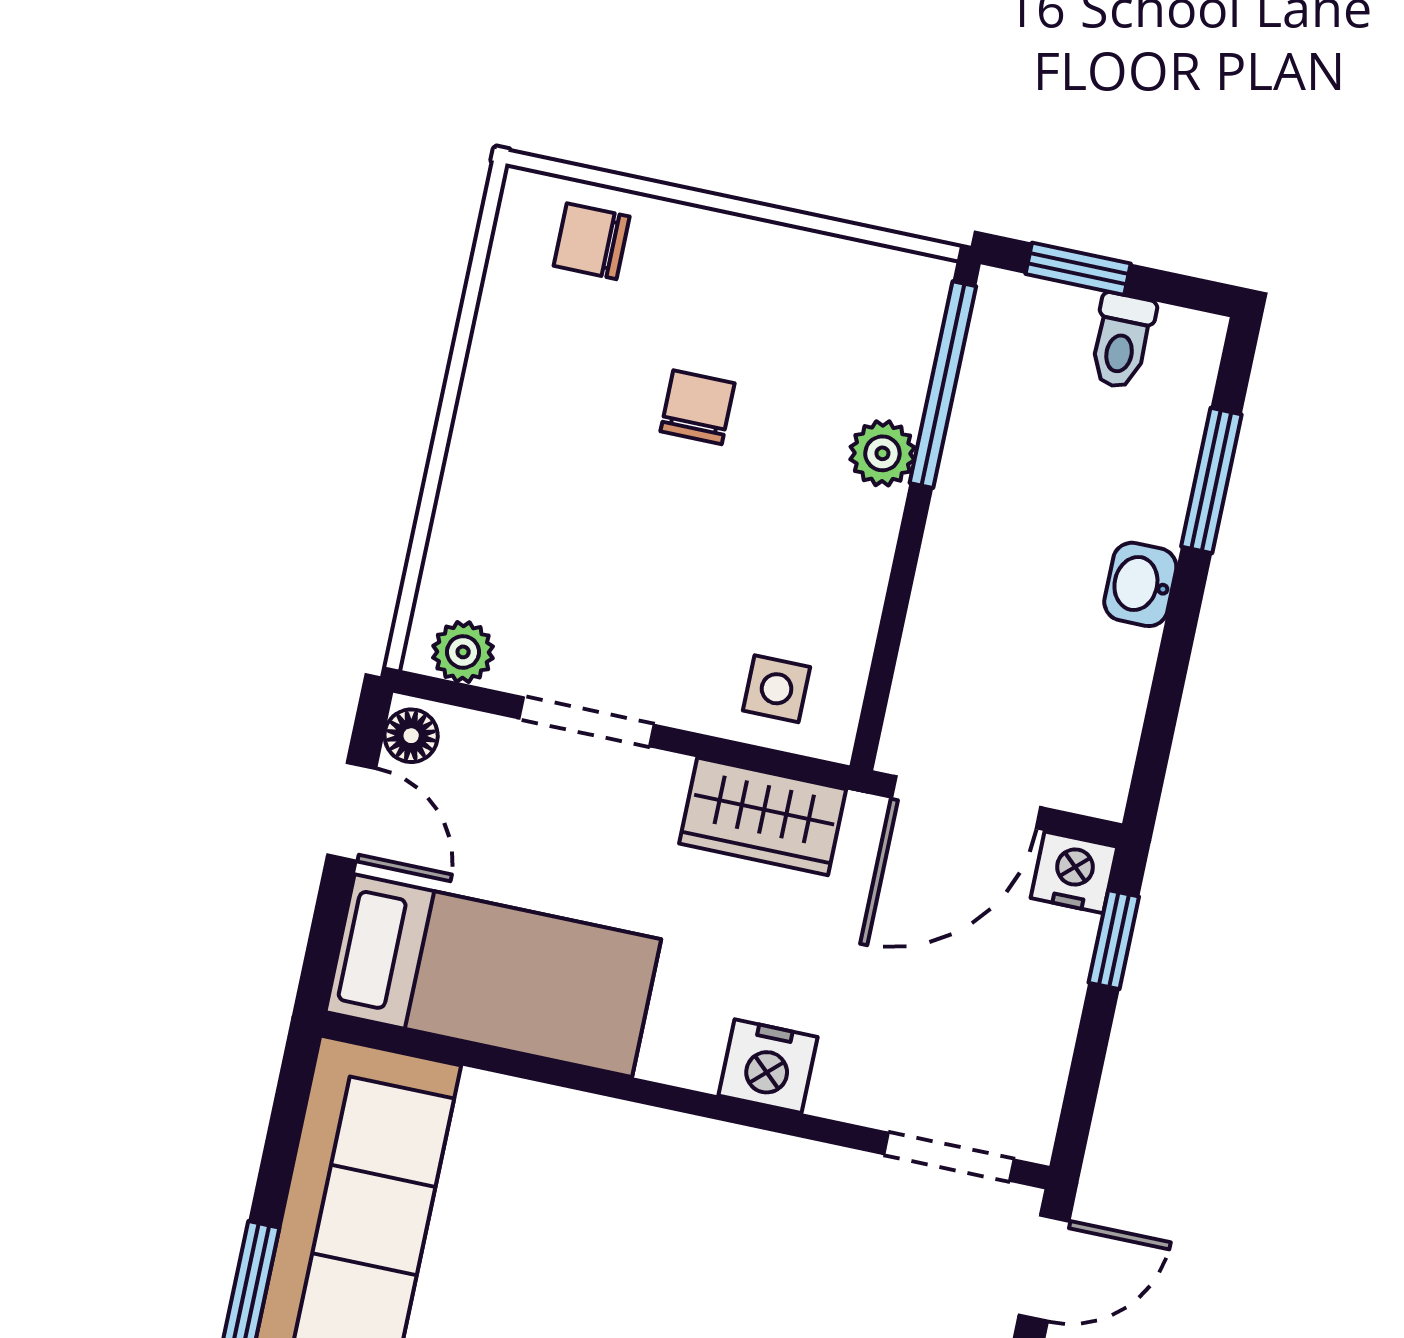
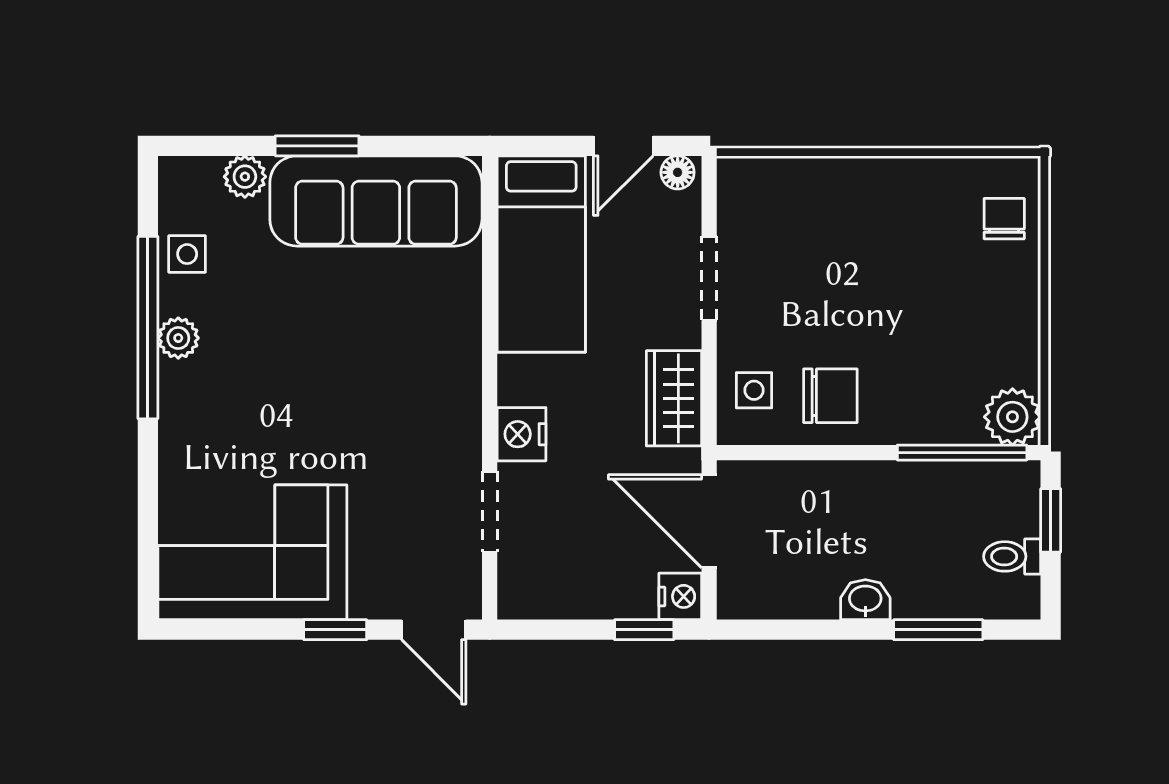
chair: (698, 407) -> (830, 396), moved, width x1.37, depth x1.37
plant: (882, 453) -> (1012, 417), moved, width x1.38, depth x1.38
plant: (463, 652) -> (736, 193), removed
doorway: (949, 1157) -> (490, 512), moved

